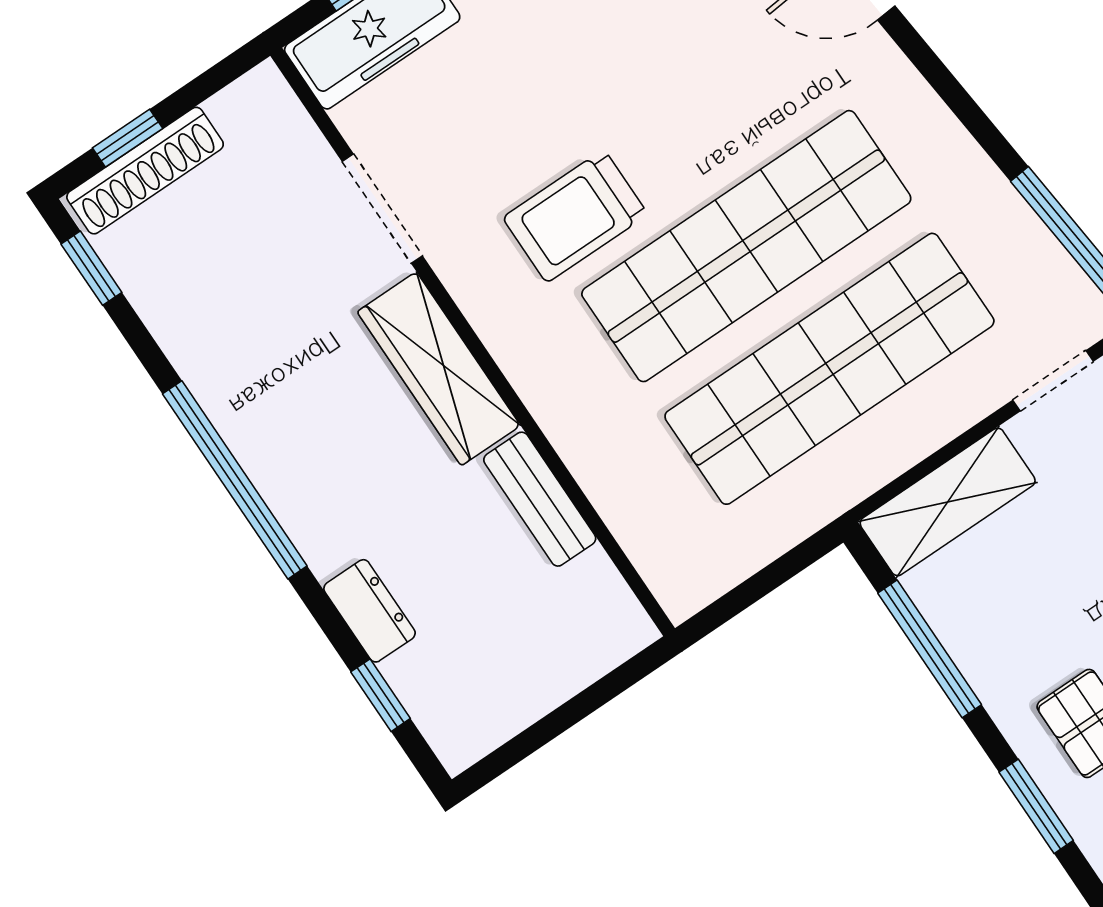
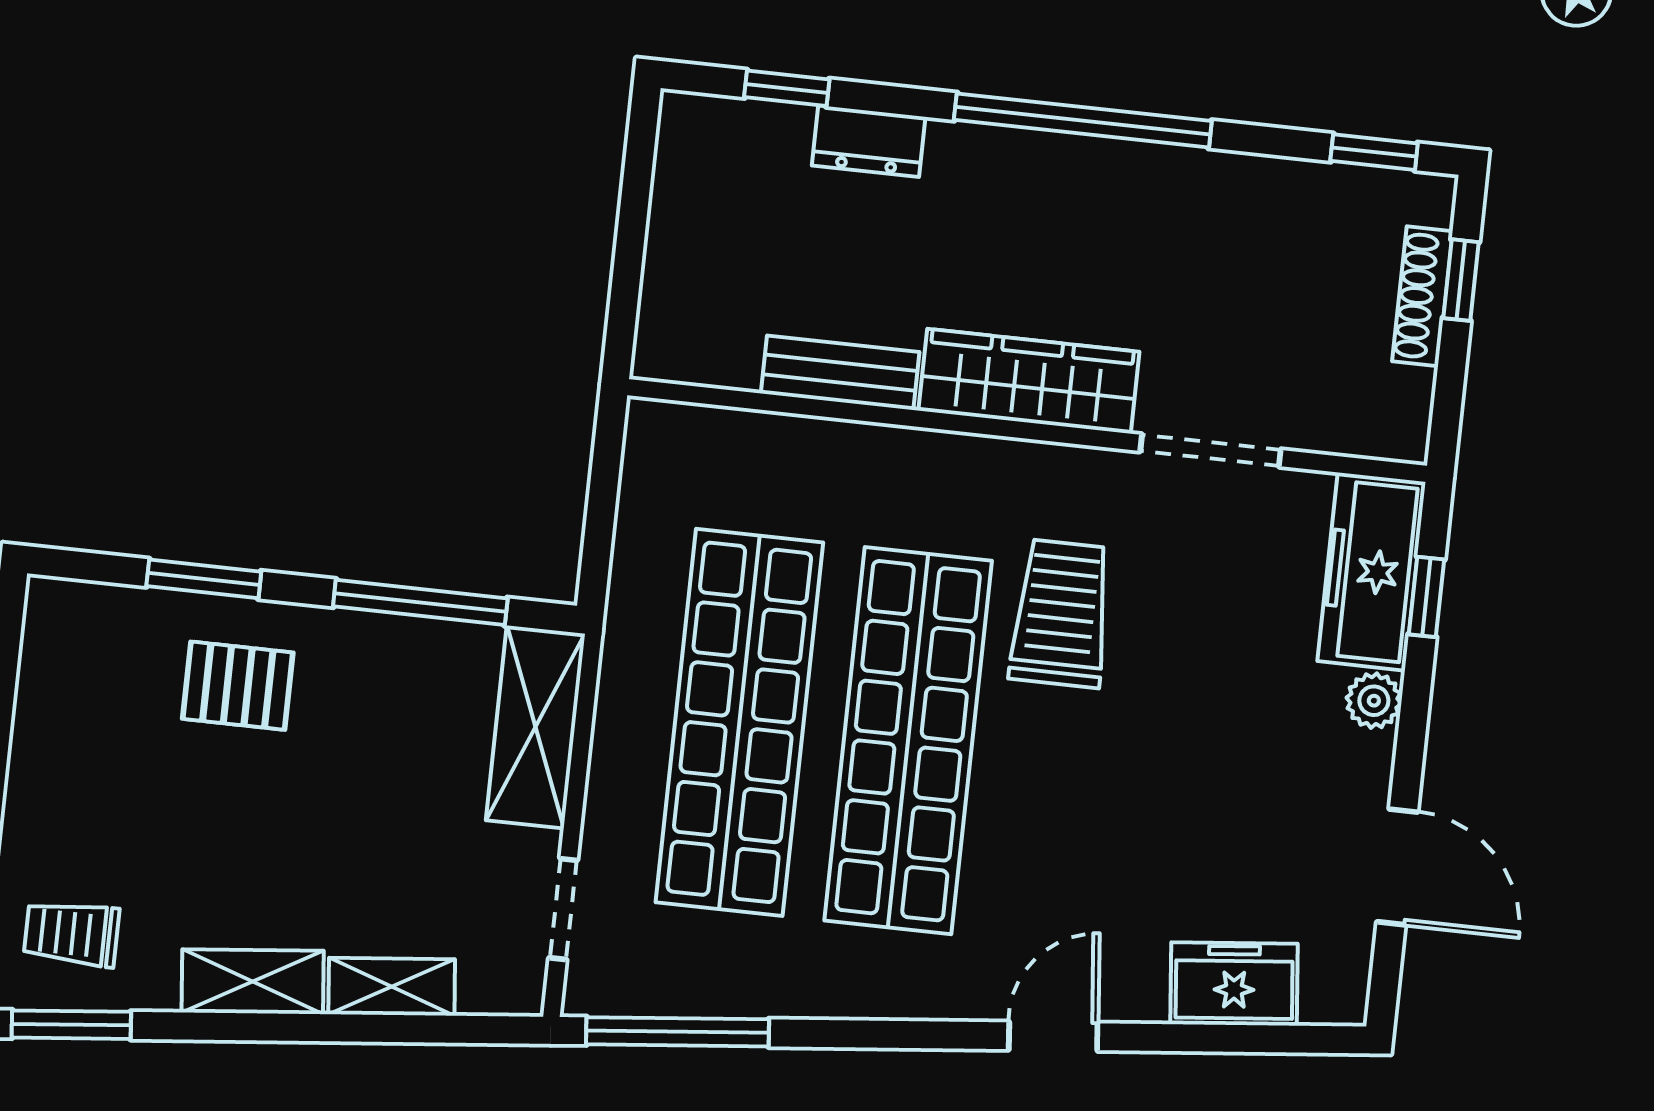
shoe rack: (145, 171) -> (1422, 296), width x0.74, depth x0.81

